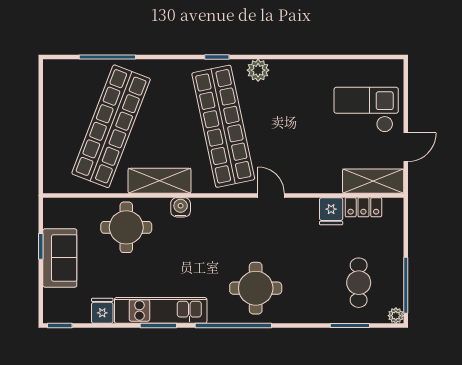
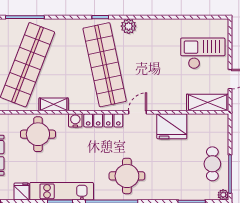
shelving: (160, 181) -> (54, 104), width x0.67, depth x0.75
door: (271, 195) -> (138, 112), hinge flipped
locker: (363, 207) -> (103, 120), moved, width x1.53
fridge: (331, 211) -> (172, 126), width x1.88, depth x1.34
cafe table: (359, 283) -> (212, 164), moved

